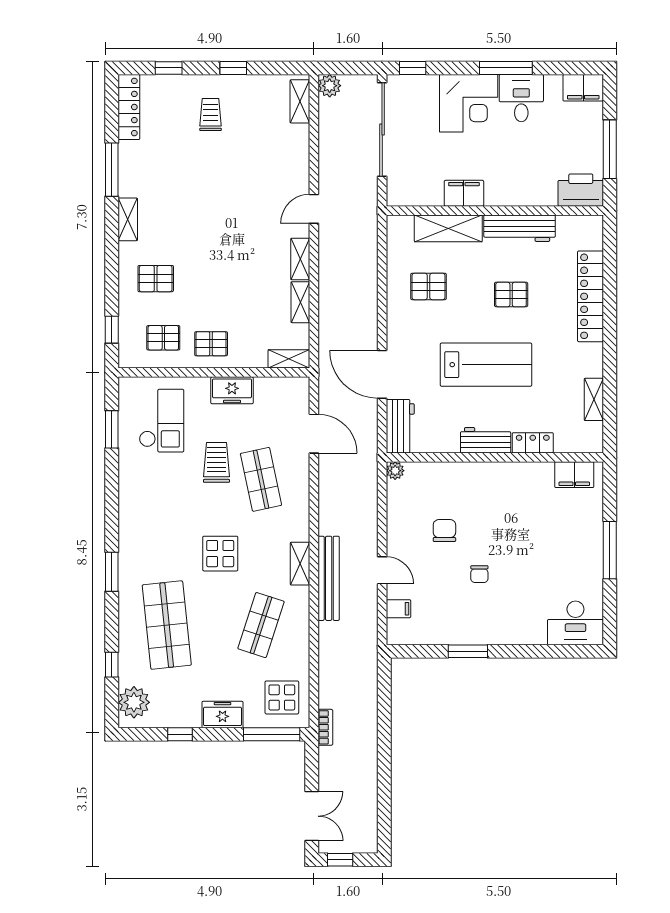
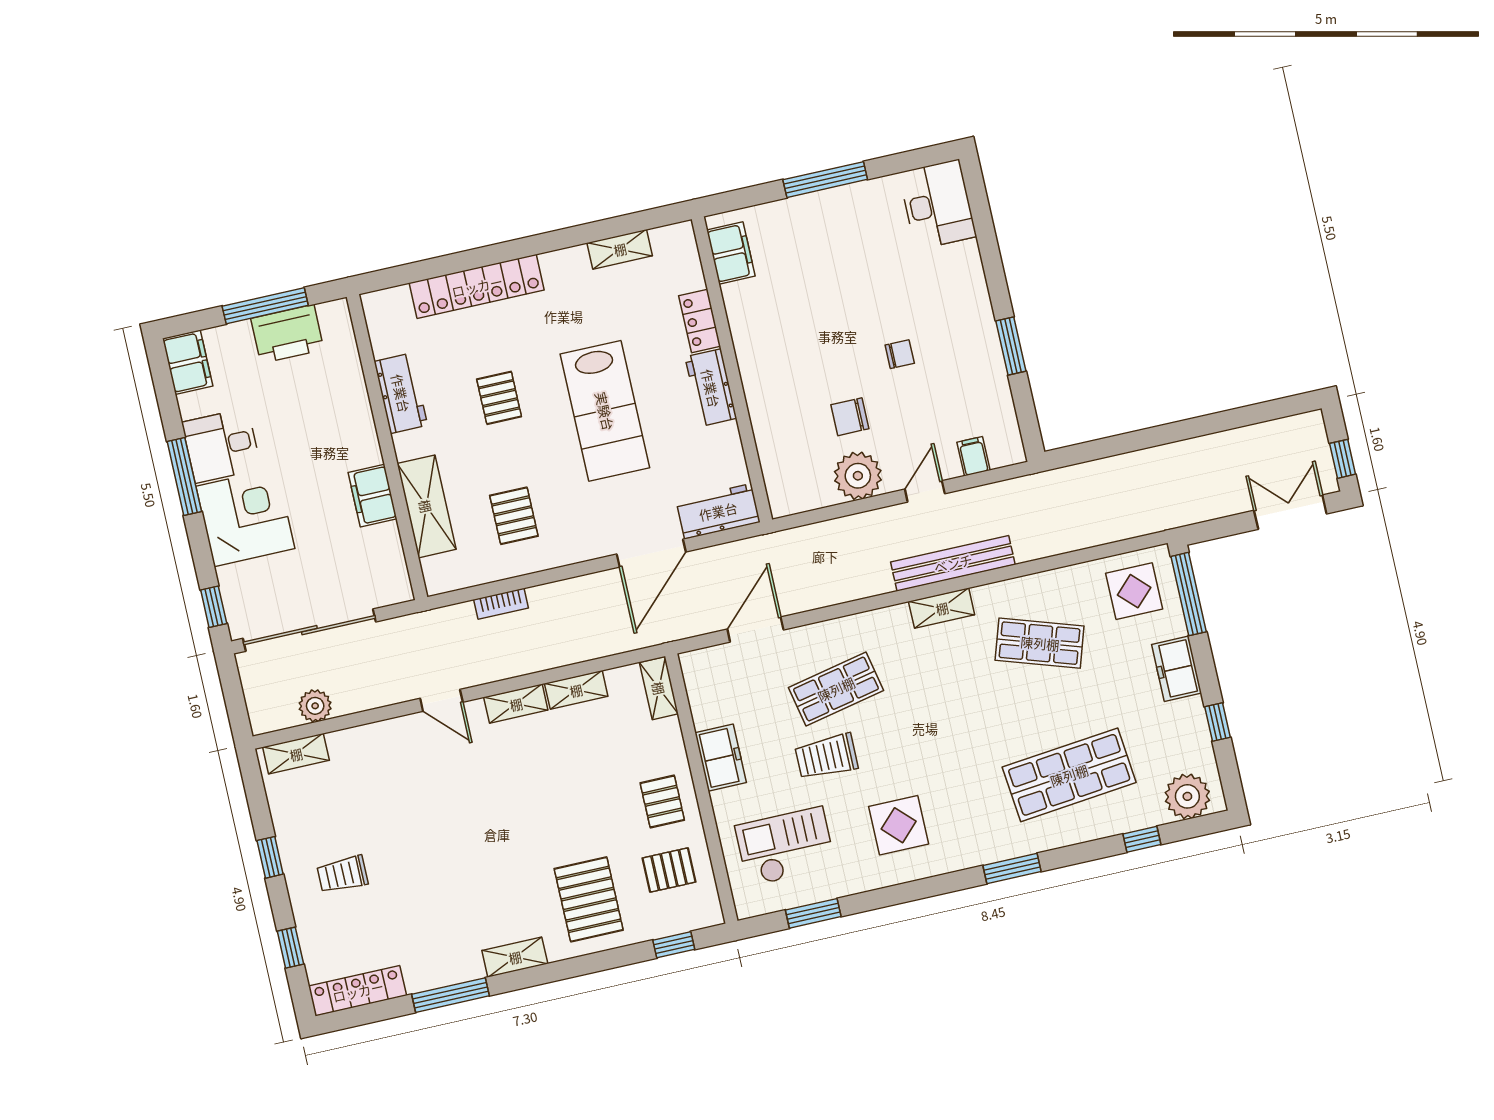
plant: (330, 86) -> (315, 706), moved
printer: (581, 190) -> (287, 334), moved, turned -90
workbench: (520, 228) -> (401, 393), width x0.73
pallet: (156, 279) -> (589, 899), width x1.50, depth x1.42
pallet: (163, 338) -> (669, 870), turned 90
lab bench: (486, 365) -> (605, 411), turned 180
plant: (395, 471) -> (858, 476), moved, width x1.88, depth x1.88
display table: (220, 554) -> (899, 825), moved
bookcase: (325, 727) -> (501, 604), moved, turned 180

